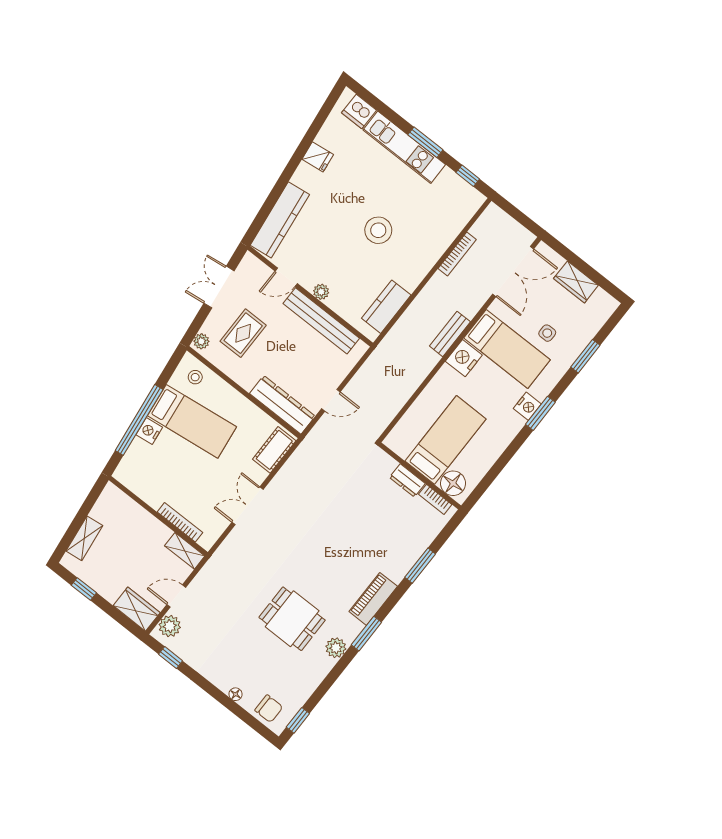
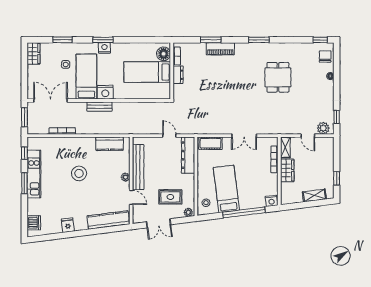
kitchen unit: (404, 147) -> (34, 174), moved
window: (519, 216) -> (24, 117), added
wardrobe: (576, 282) -> (33, 53), moved
nightstand: (149, 431) -> (271, 201), moved
piano: (373, 599) -> (220, 49), moved
wardrobe: (137, 609) -> (287, 170), moved, turned 180
plant: (336, 648) -> (275, 48), removed

